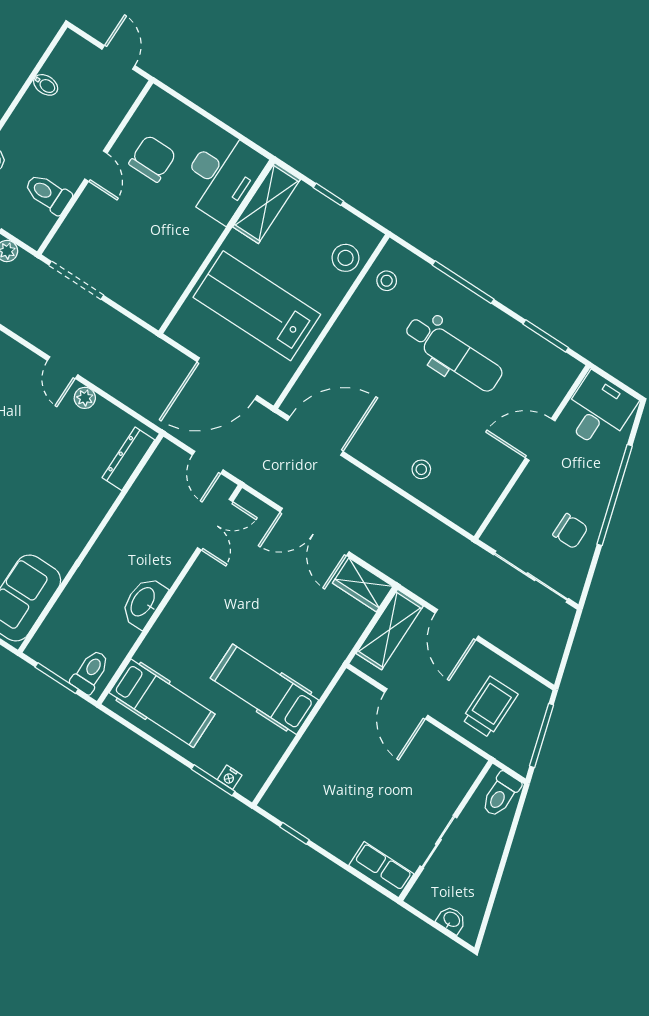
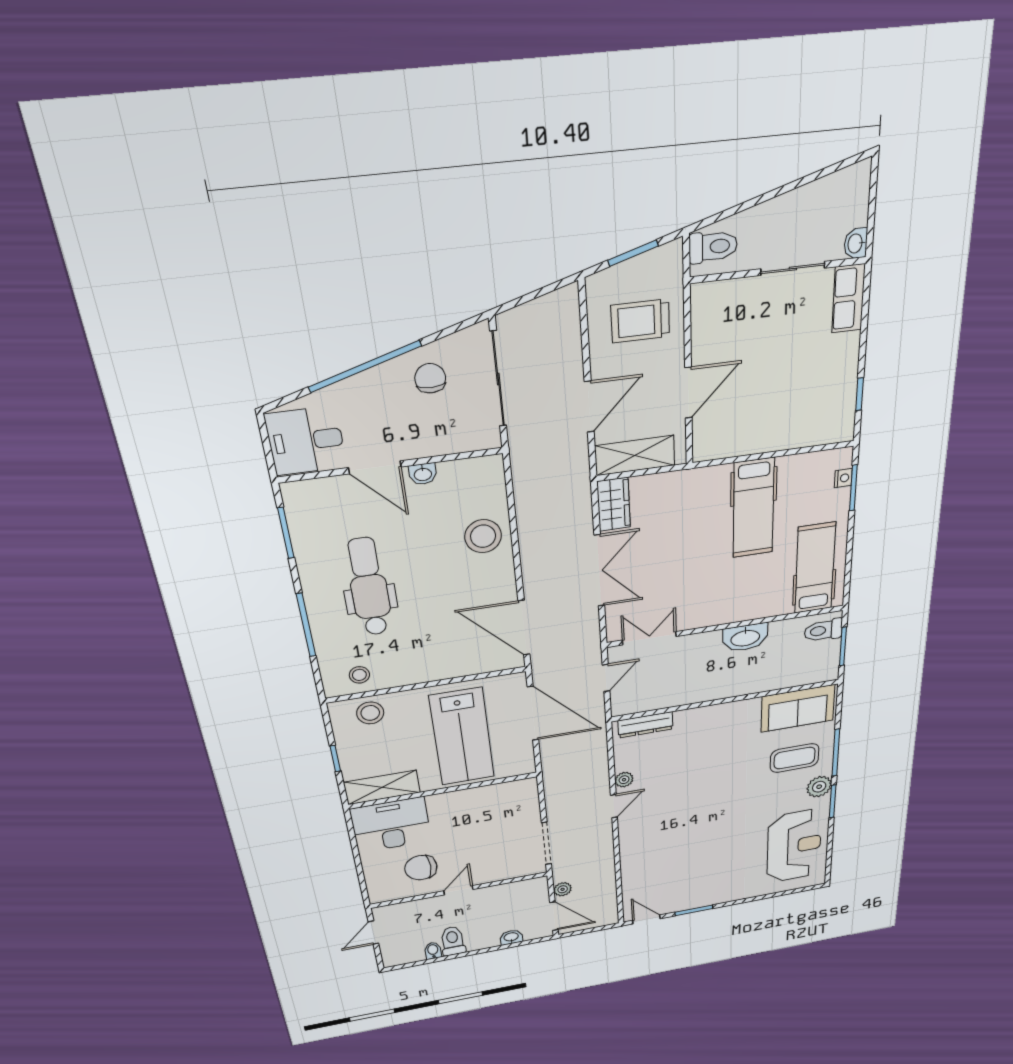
toilet: (48, 194) -> (453, 941), moved, turned 180
washbasin: (507, 468) -> (423, 474), added
stool: (421, 469) -> (483, 536), width x1.89, depth x1.89
window: (542, 736) -> (633, 253), width x0.69
washbasin: (451, 920) -> (856, 243), moved

